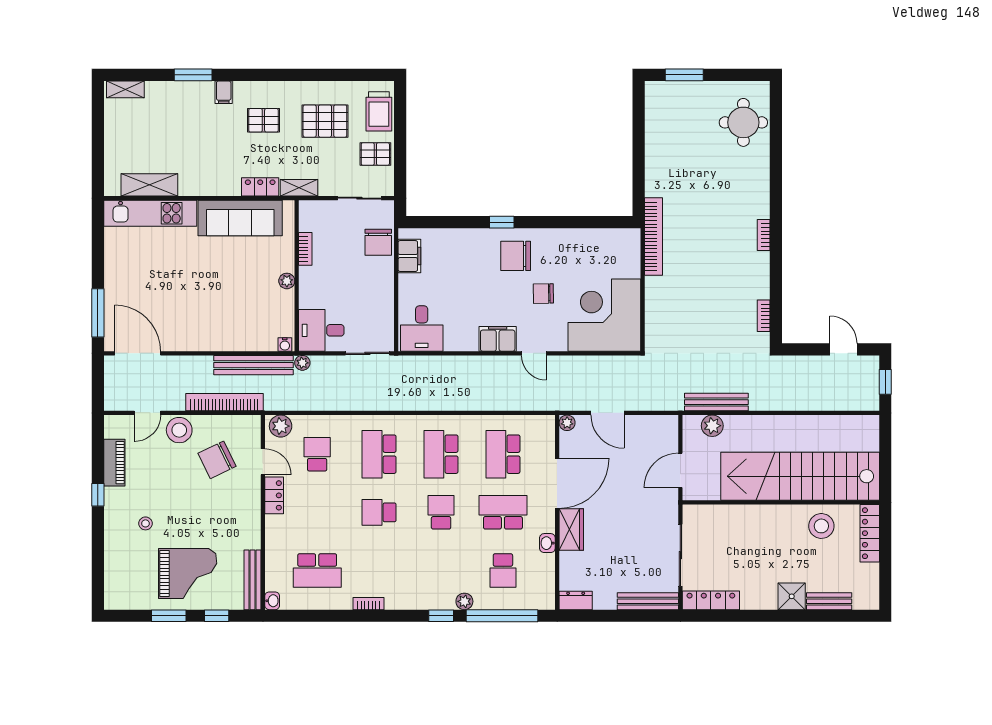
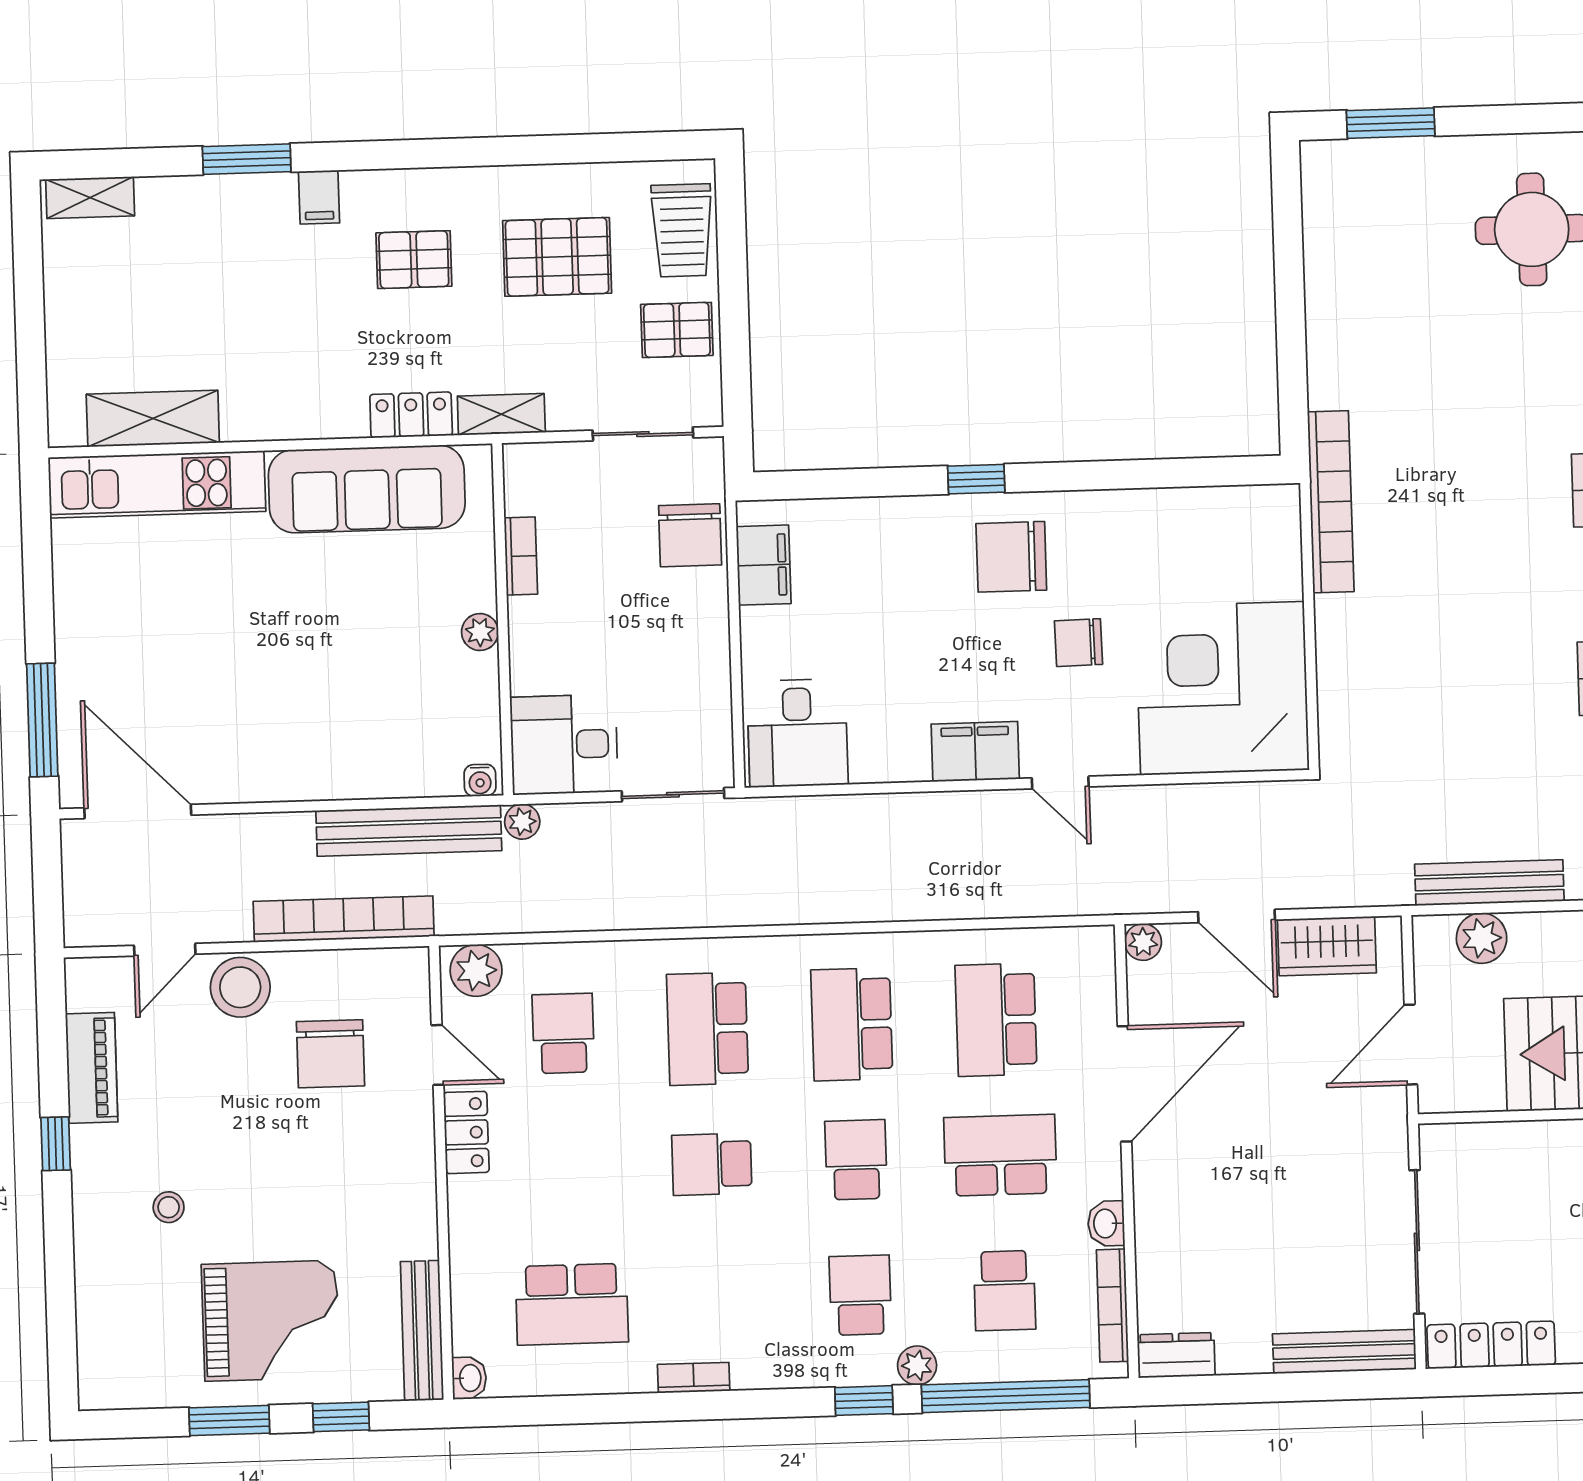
chair: (217, 460) -> (331, 1054), turned -64
wardrobe: (571, 529) -> (1327, 946), moved, turned 90
school desk: (441, 570) -> (860, 1295), added
bookcase: (549, 578) -> (1112, 1306), added

